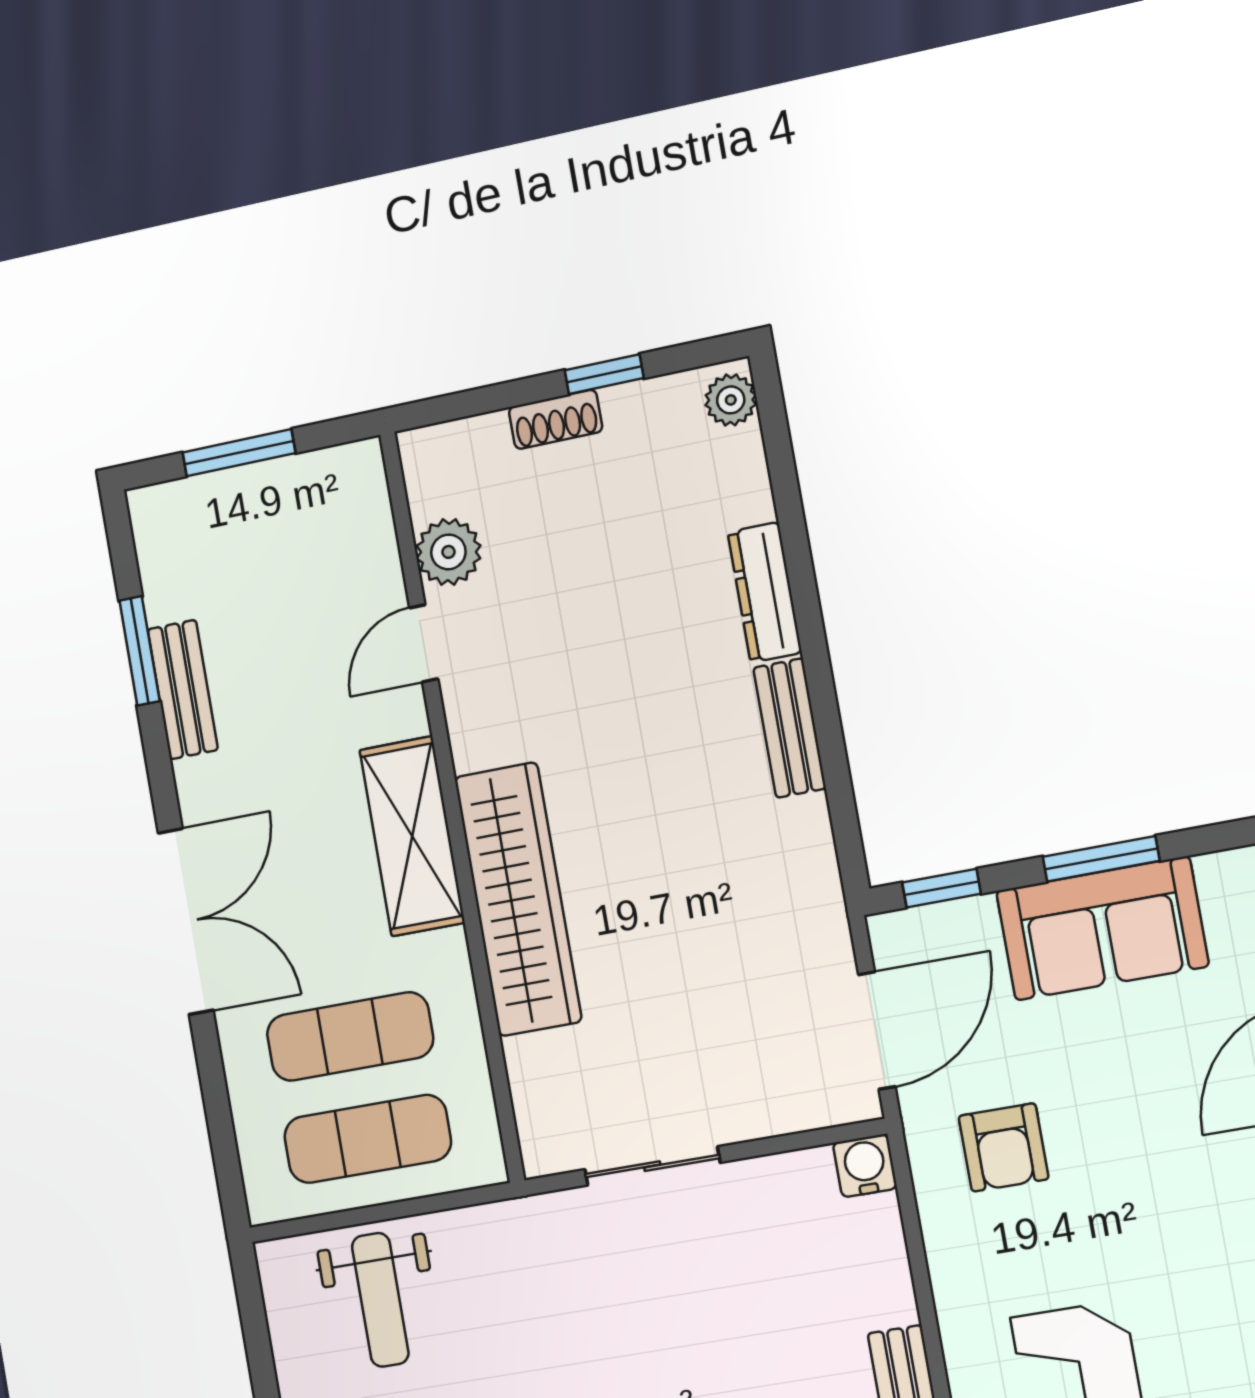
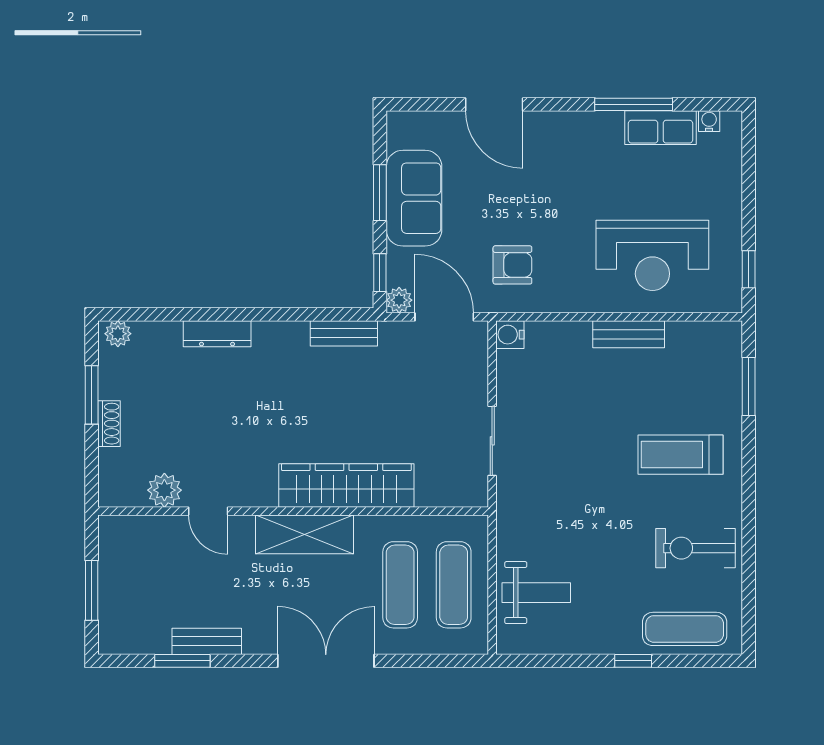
window: (604, 374) -> (92, 395), width x1.50
bench: (790, 728) -> (344, 333), moved
plant: (894, 936) -> (399, 300), added

